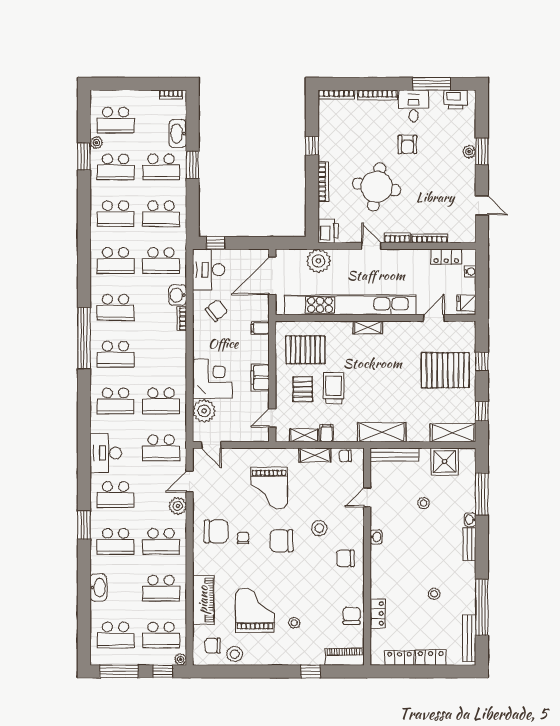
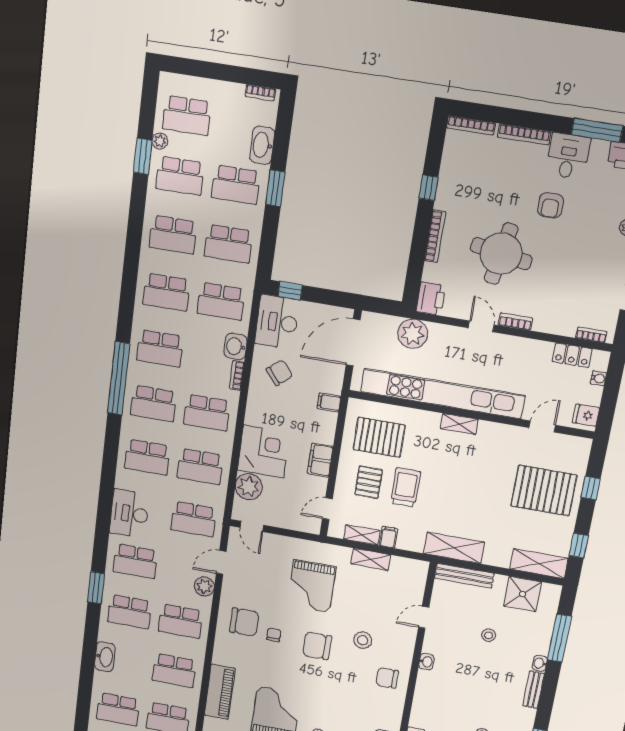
bookcase: (429, 238) -> (591, 335), moved, width x0.64
school desk: (161, 354) -> (207, 413), added
chair: (345, 456) -> (406, 567), removed

